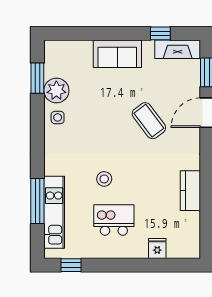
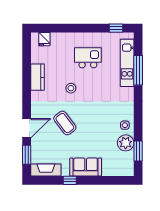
window: (160, 33) -> (70, 180), moved
stool: (104, 179) -> (71, 88), moved
kitchen island: (114, 220) -> (88, 58), turned 180
fridge: (157, 248) -> (44, 39), moved

